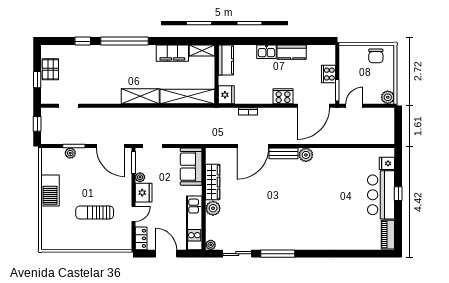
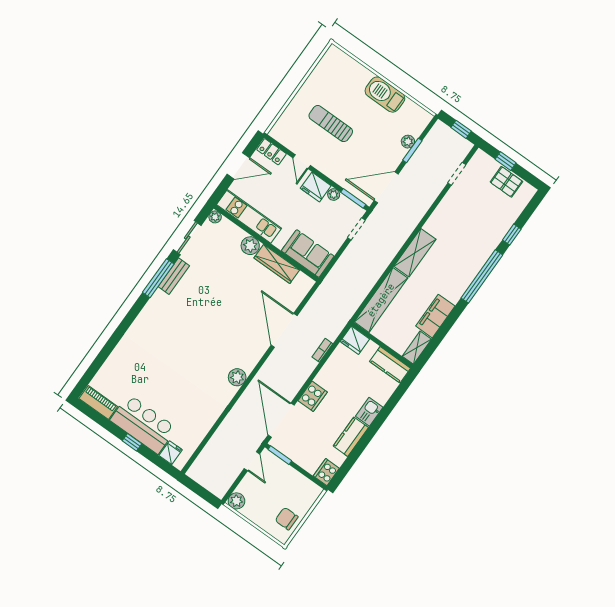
cooker: (328, 74) -> (326, 472), moved, turned -90
bench: (284, 153) -> (174, 276), moved
sun lounger: (95, 213) -> (331, 124), turned -90

